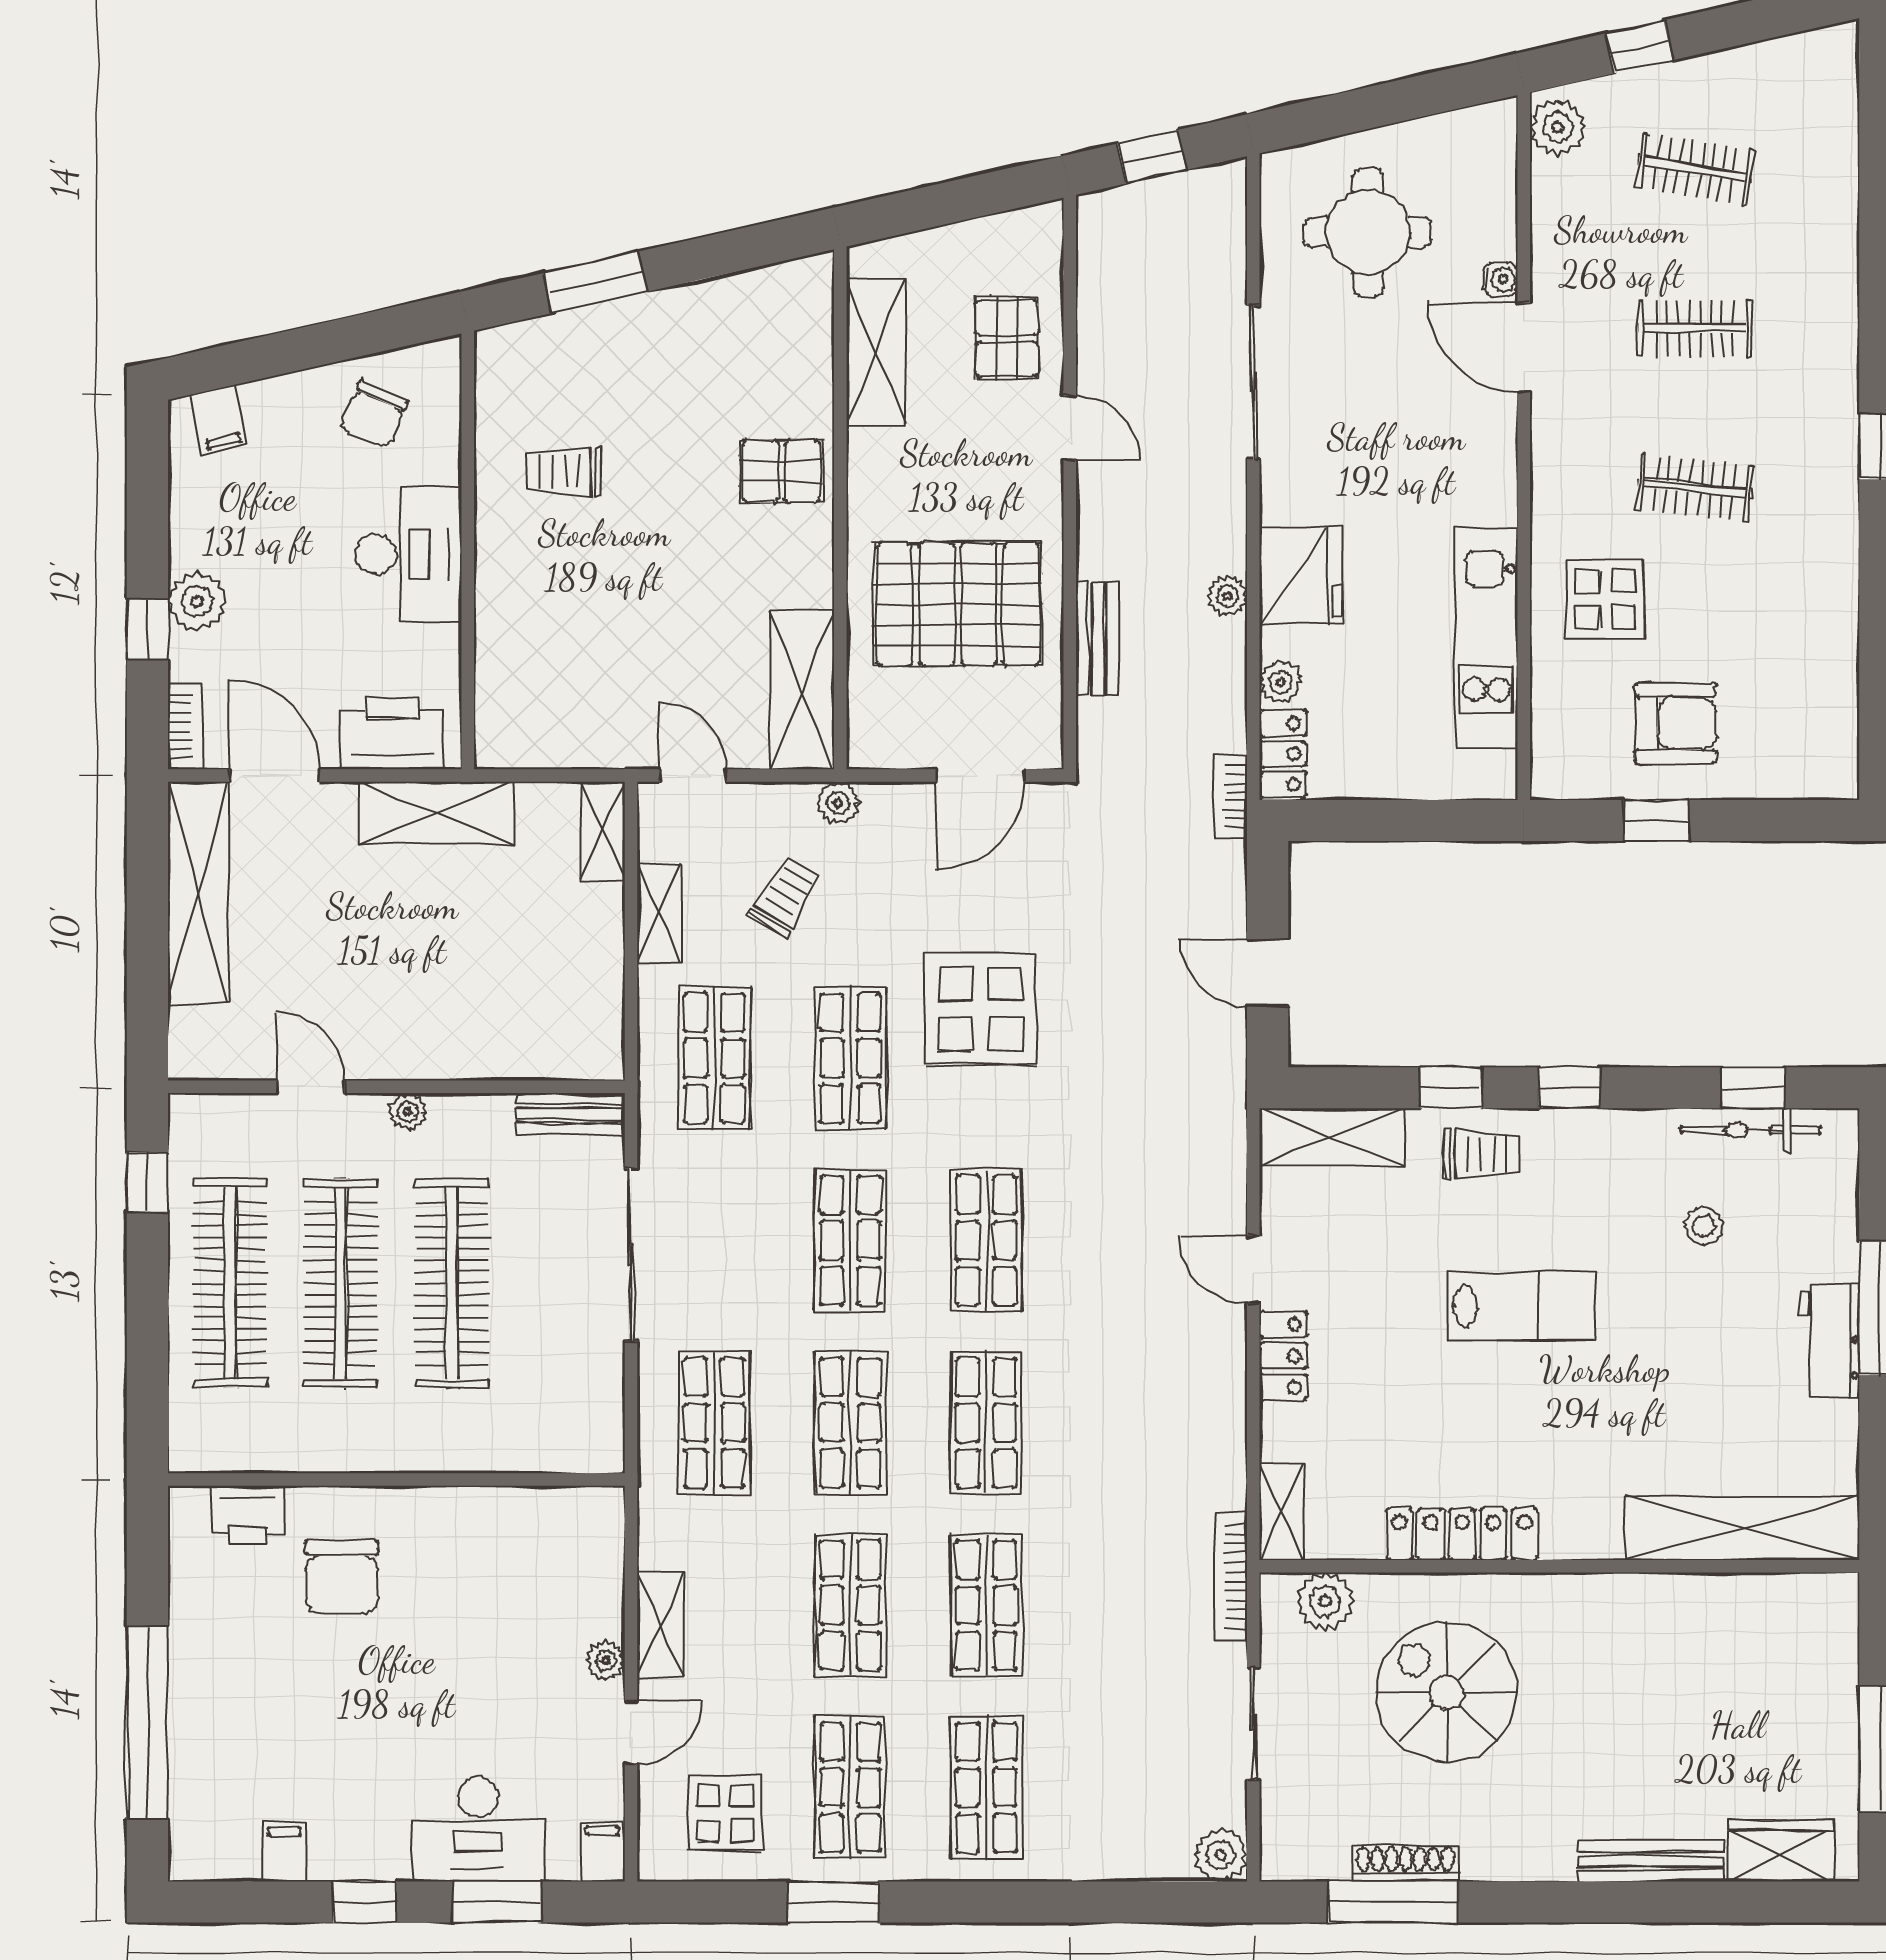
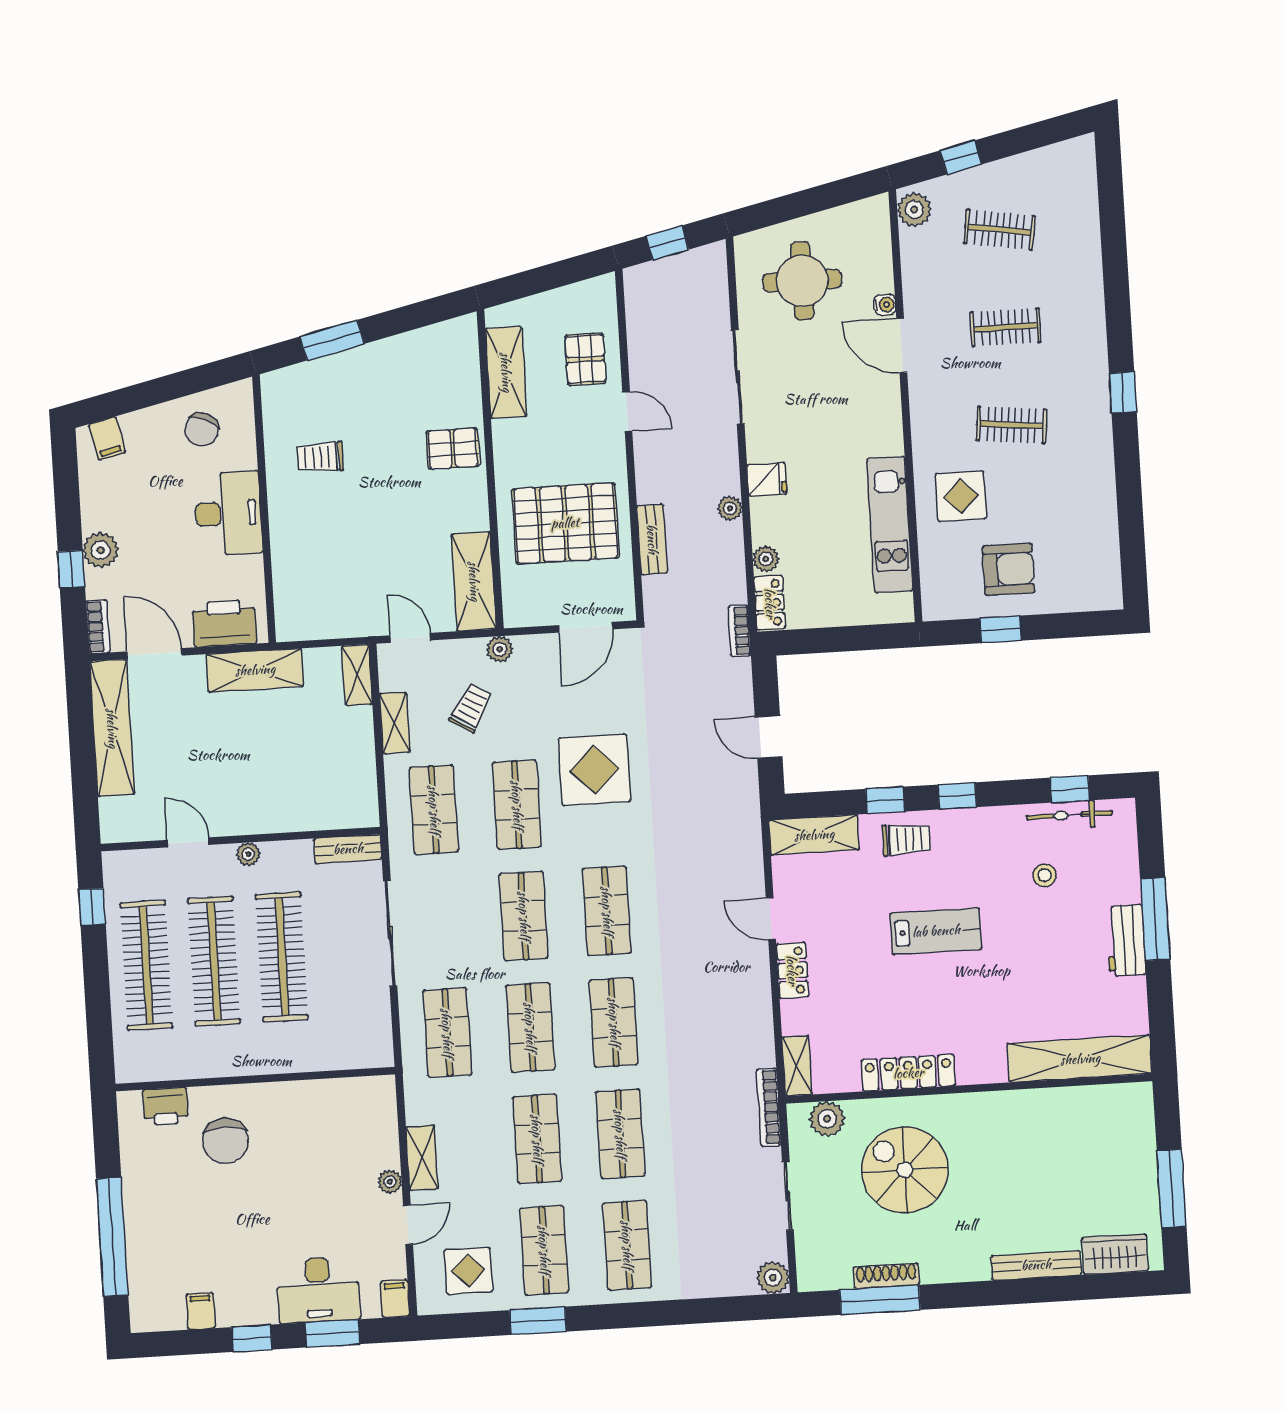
fridge: (1301, 576) -> (767, 479), width x0.53, depth x0.75

